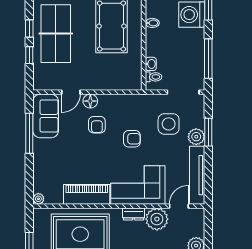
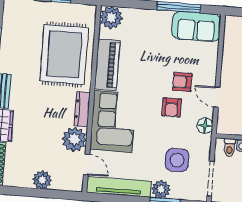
door: (71, 92) -> (217, 97), moved
floor lamp: (90, 101) -> (205, 126), moved
armchair: (132, 139) -> (172, 107), moved
plant: (38, 199) -> (111, 17), width x1.88, depth x1.88
dresser: (134, 214) -> (82, 109), width x1.44

